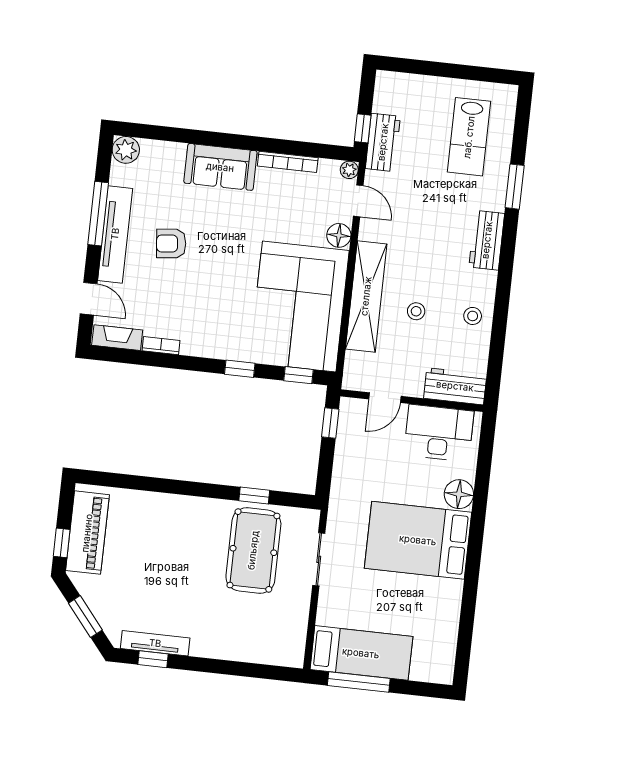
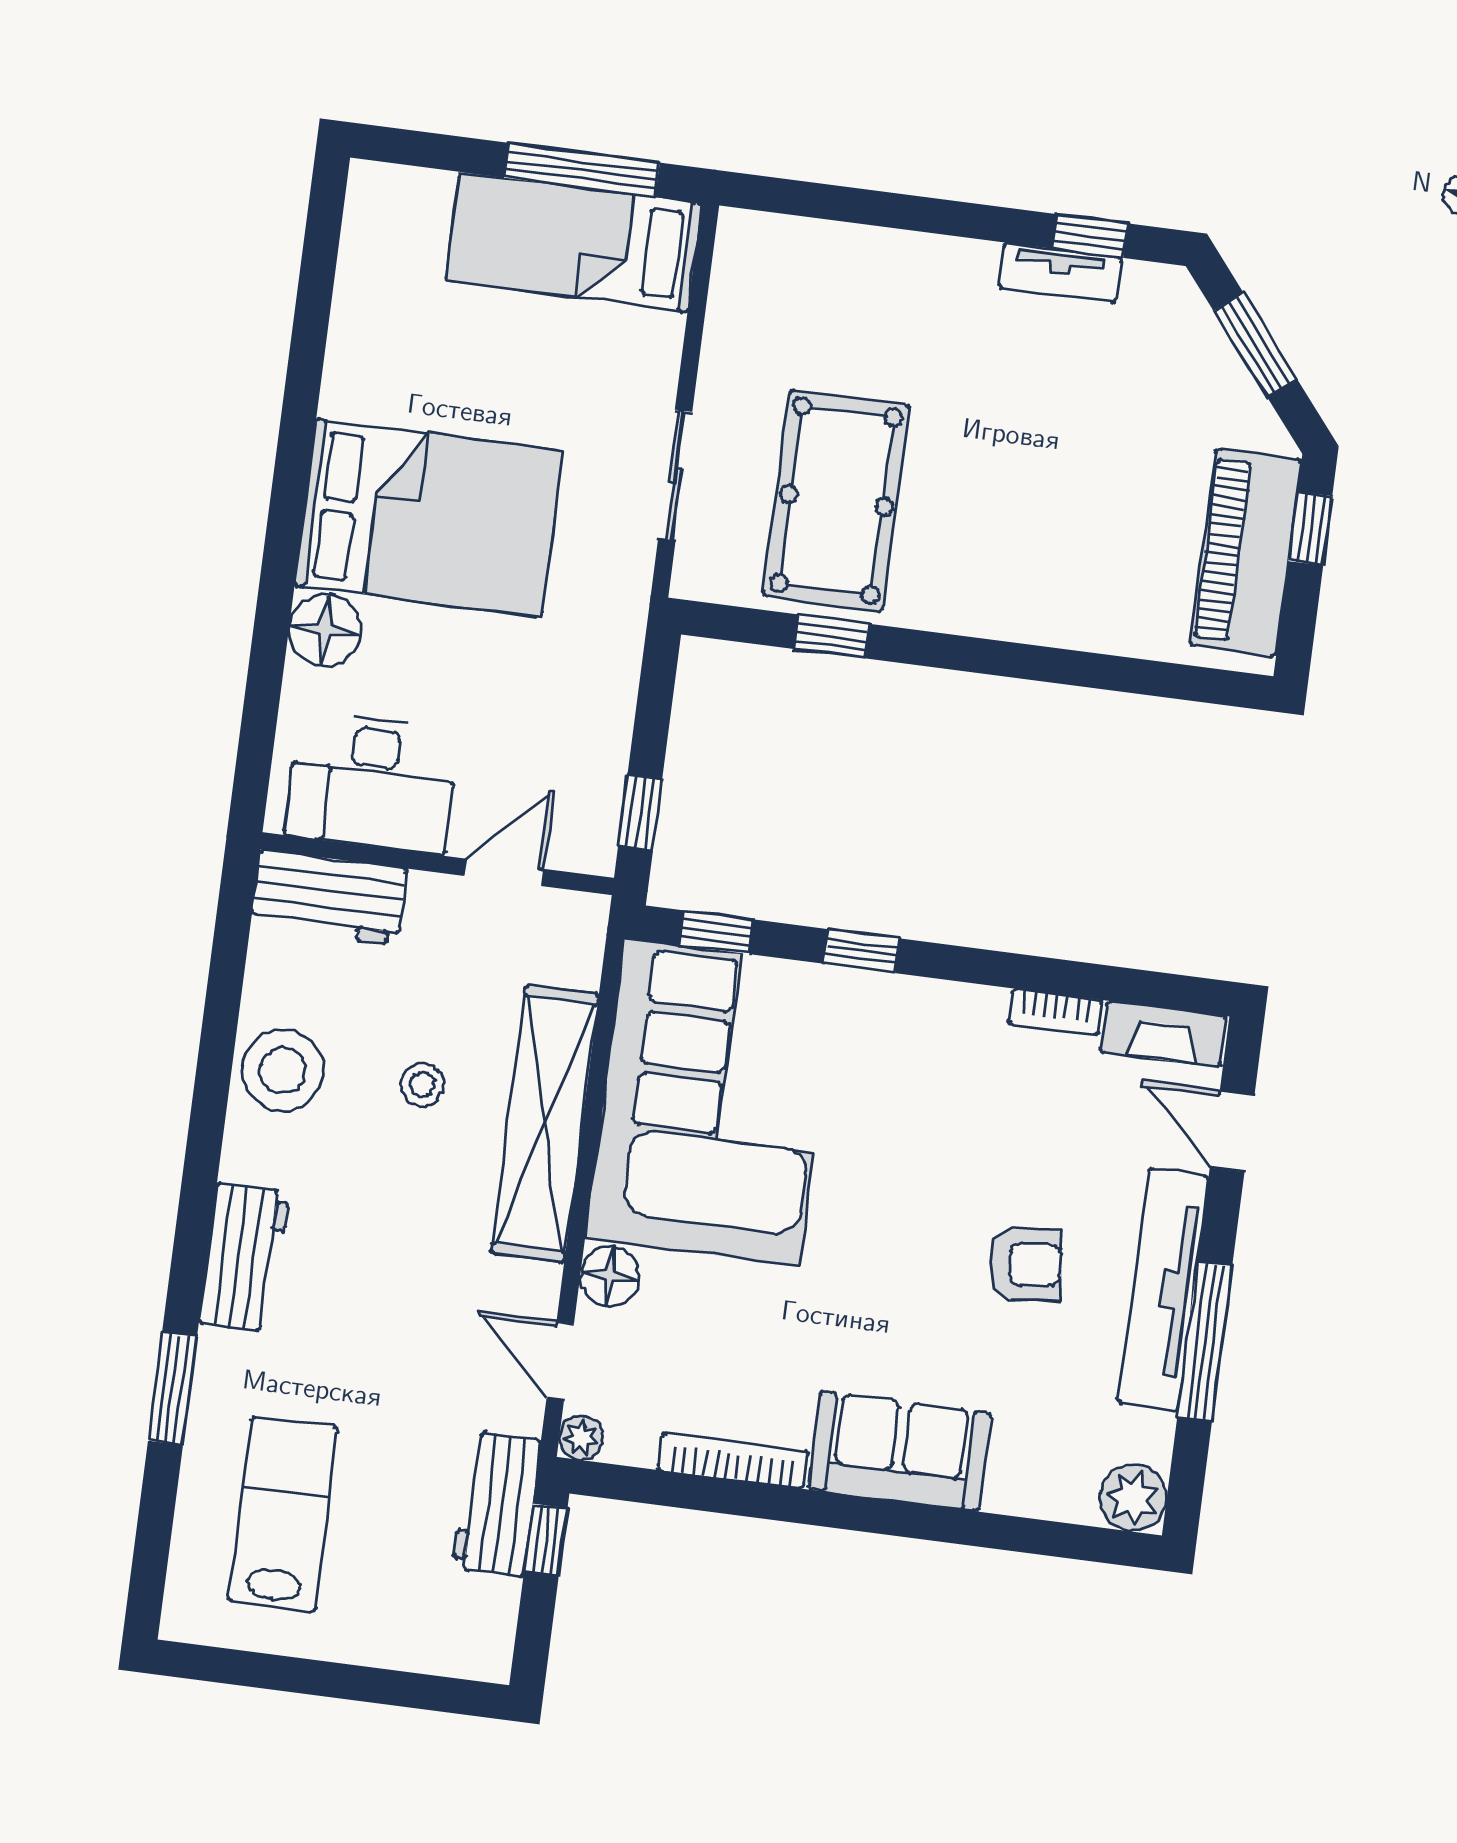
stool: (473, 316) -> (283, 1070), width x1.89, depth x1.89
tv unit: (155, 643) -> (1060, 273), width x0.71

